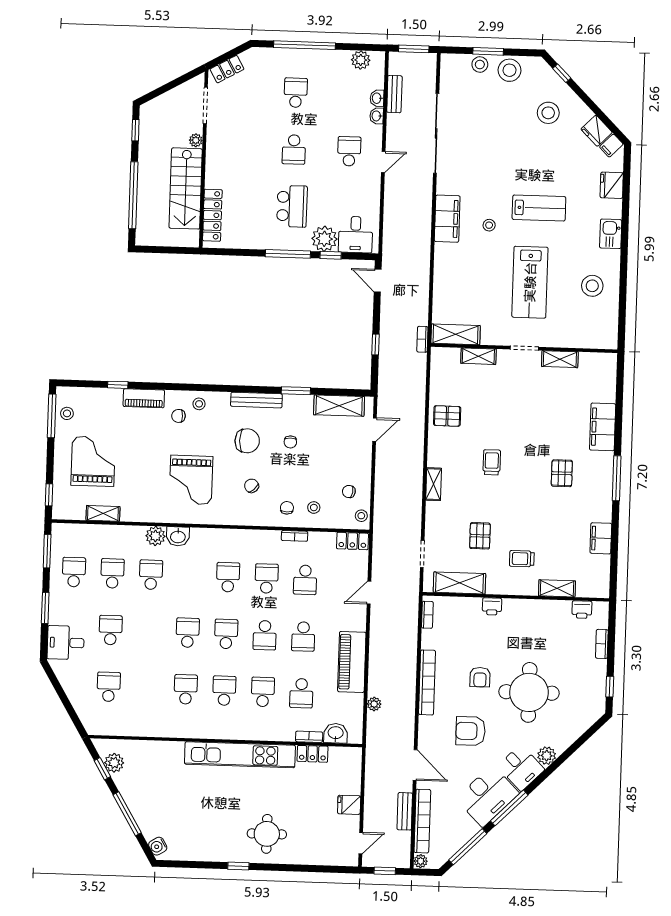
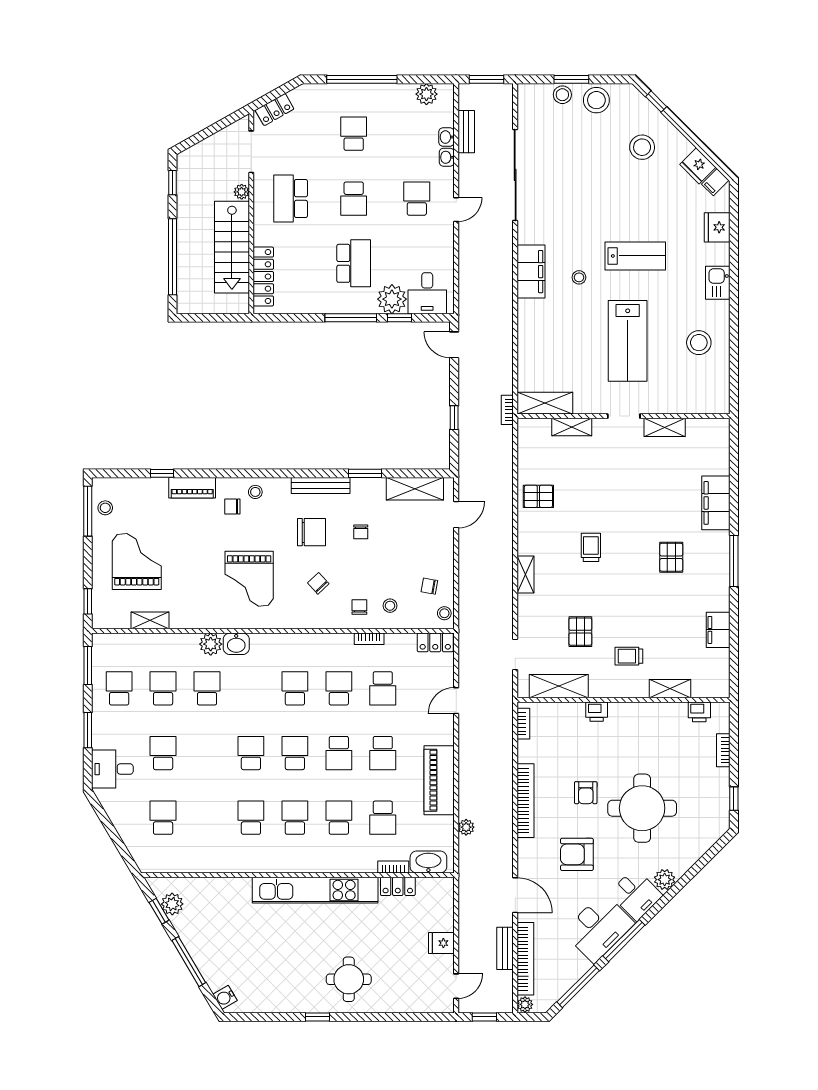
school desk: (238, 148) -> (291, 199), added
washbasin: (336, 733) -> (428, 862), width x1.38

